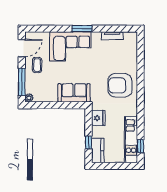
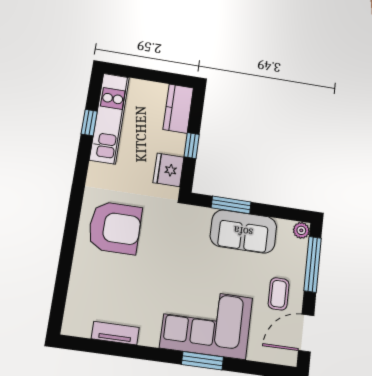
window: (82, 29) -> (202, 361), moved
sofa: (74, 93) -> (243, 231), moved
window: (65, 105) -> (231, 205), added
window: (89, 142) -> (192, 146), moved
window: (140, 146) -> (89, 123), moved

